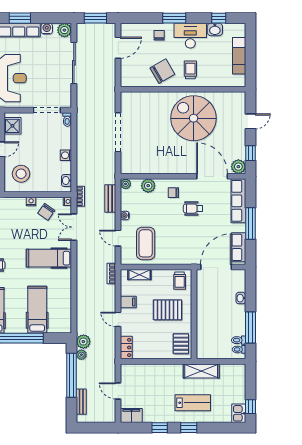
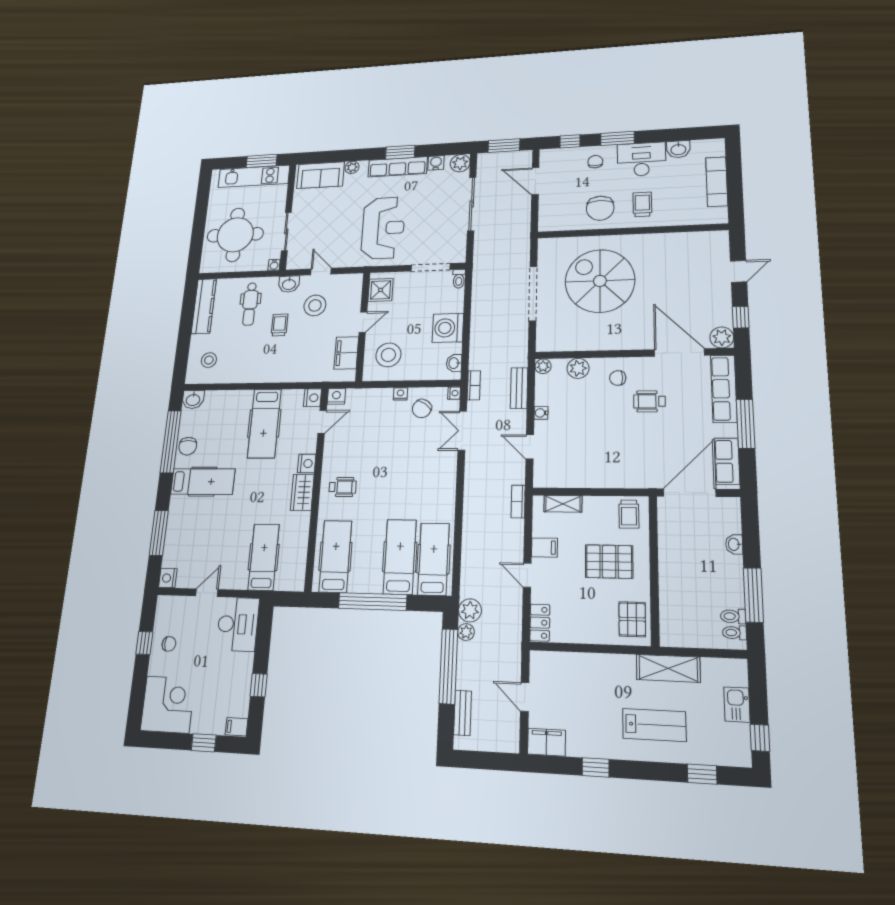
window: (219, 18) -> (570, 141), moved
door: (118, 48) -> (535, 181), swing flipped
chair: (162, 71) -> (600, 208), turned 120
spiral stairs: (194, 118) -> (600, 281), moved
washing machine: (66, 155) -> (448, 328), width x1.89, depth x1.89
coffee table: (146, 243) -> (573, 455), removed
hospital bed: (49, 258) -> (433, 559), moved, turned 90
kitchen sink: (239, 413) -> (737, 705), moved
window: (189, 428) -> (702, 774), moved

